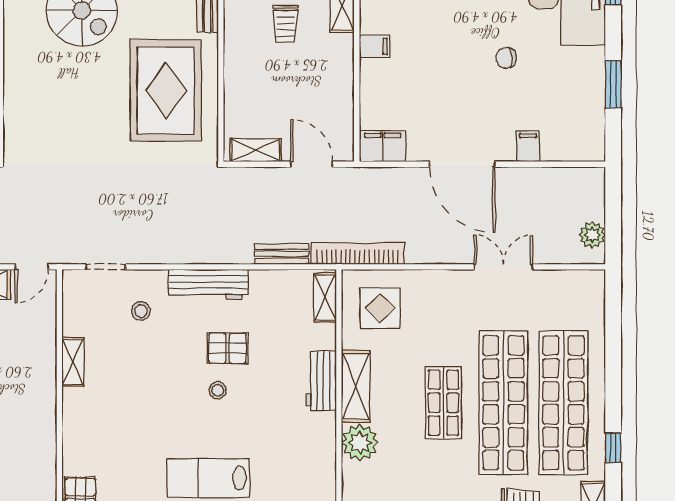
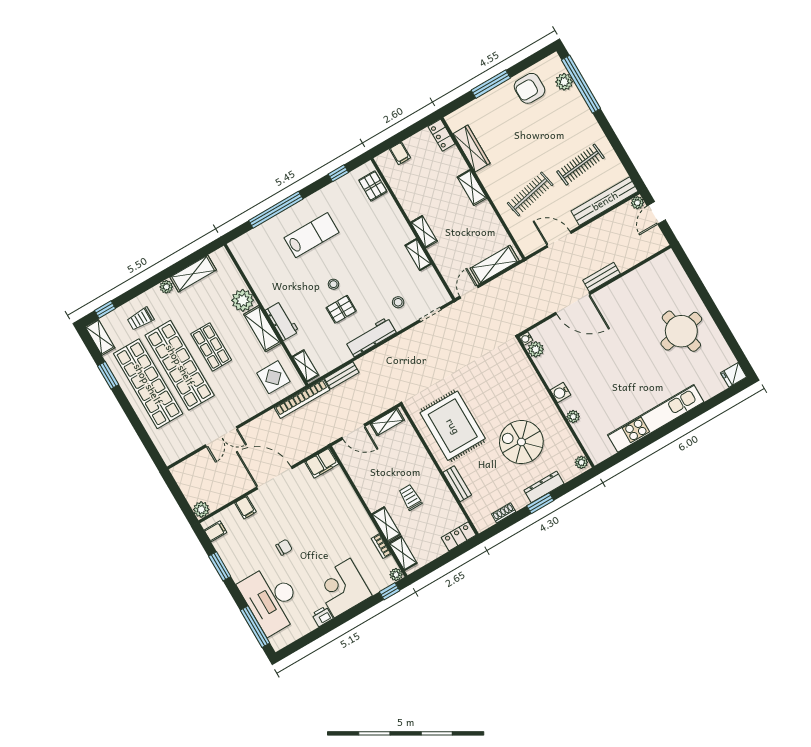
filing cabinet: (375, 46) -> (215, 531), moved, turned 180
plant: (592, 235) -> (201, 509), moved
shelving: (46, 390) -> (424, 232), added
window: (613, 448) -> (108, 375), width x1.50

